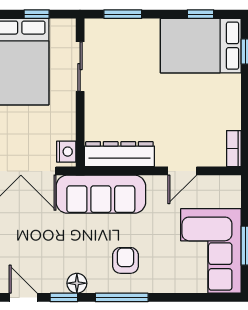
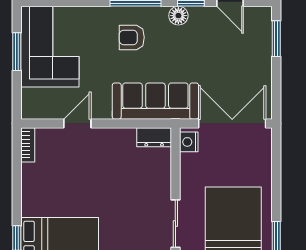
dresser: (119, 154) -> (154, 137), width x0.51, depth x0.80
armchair: (125, 260) -> (132, 37), turned 90

